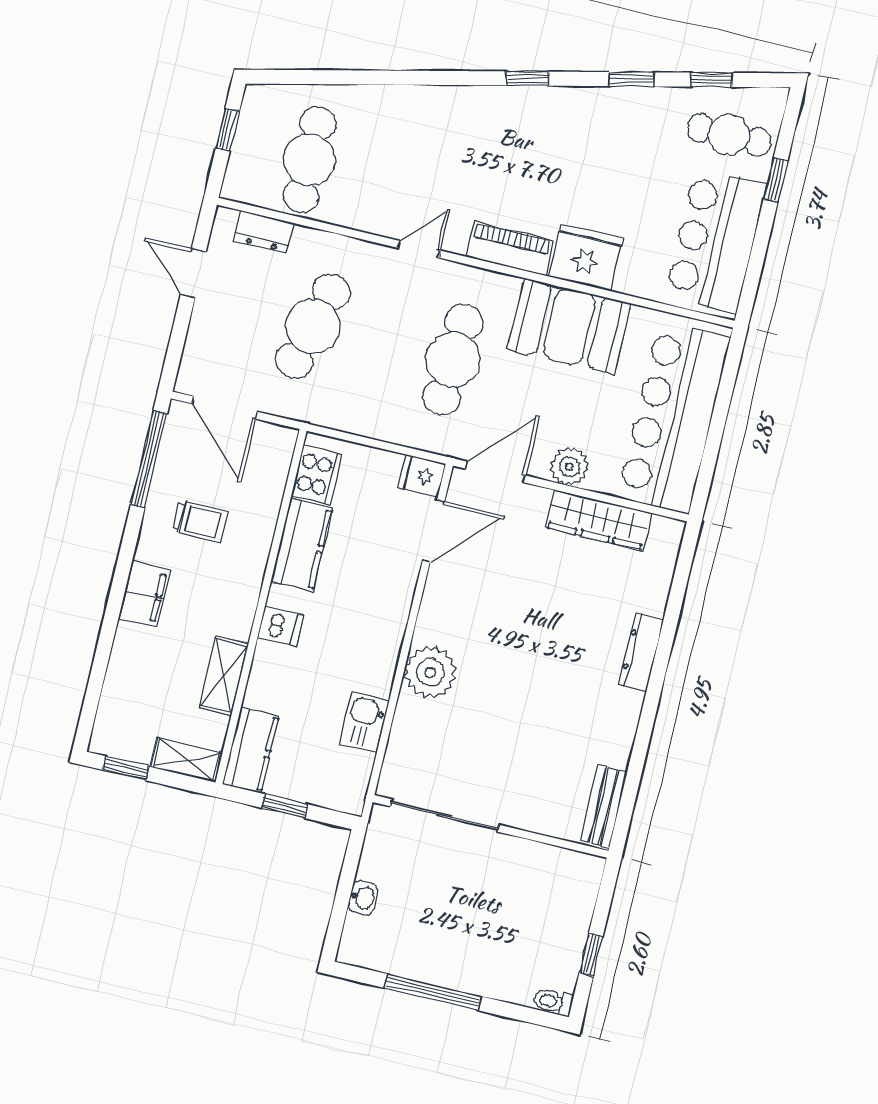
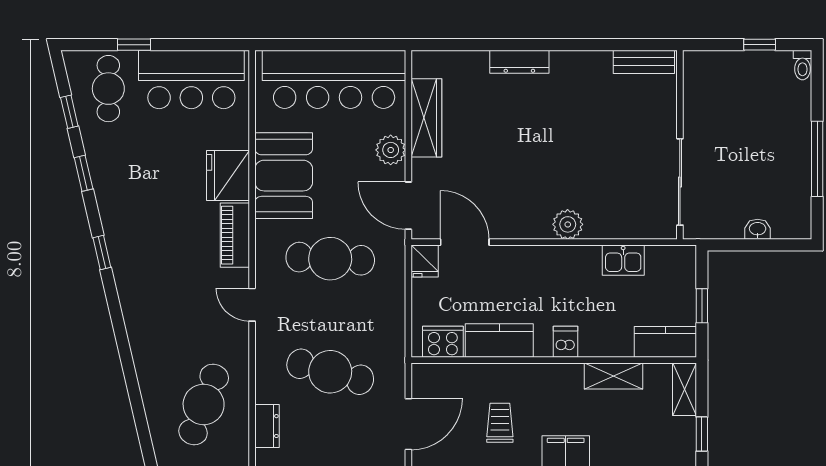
cafe table: (309, 160) -> (204, 404), turned -69
plant: (430, 672) -> (568, 224), width x0.73, depth x0.73

